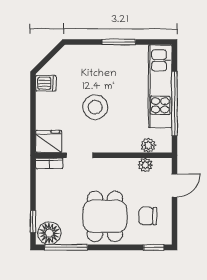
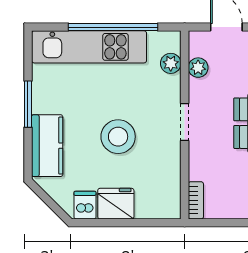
kitchen counter: (89, 56) -> (47, 146), added
fridge: (49, 141) -> (116, 204), moved, turned 90
doorway: (80, 155) -> (185, 122), moved

